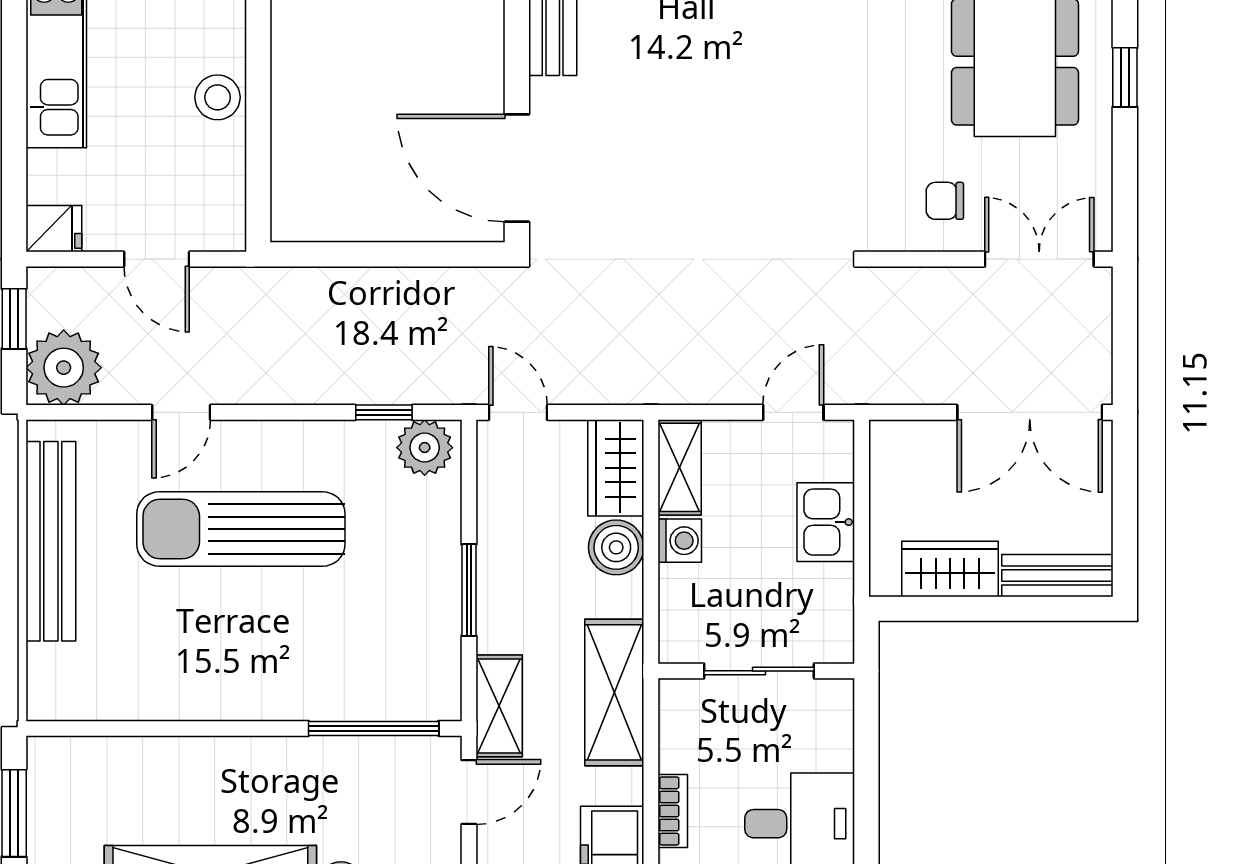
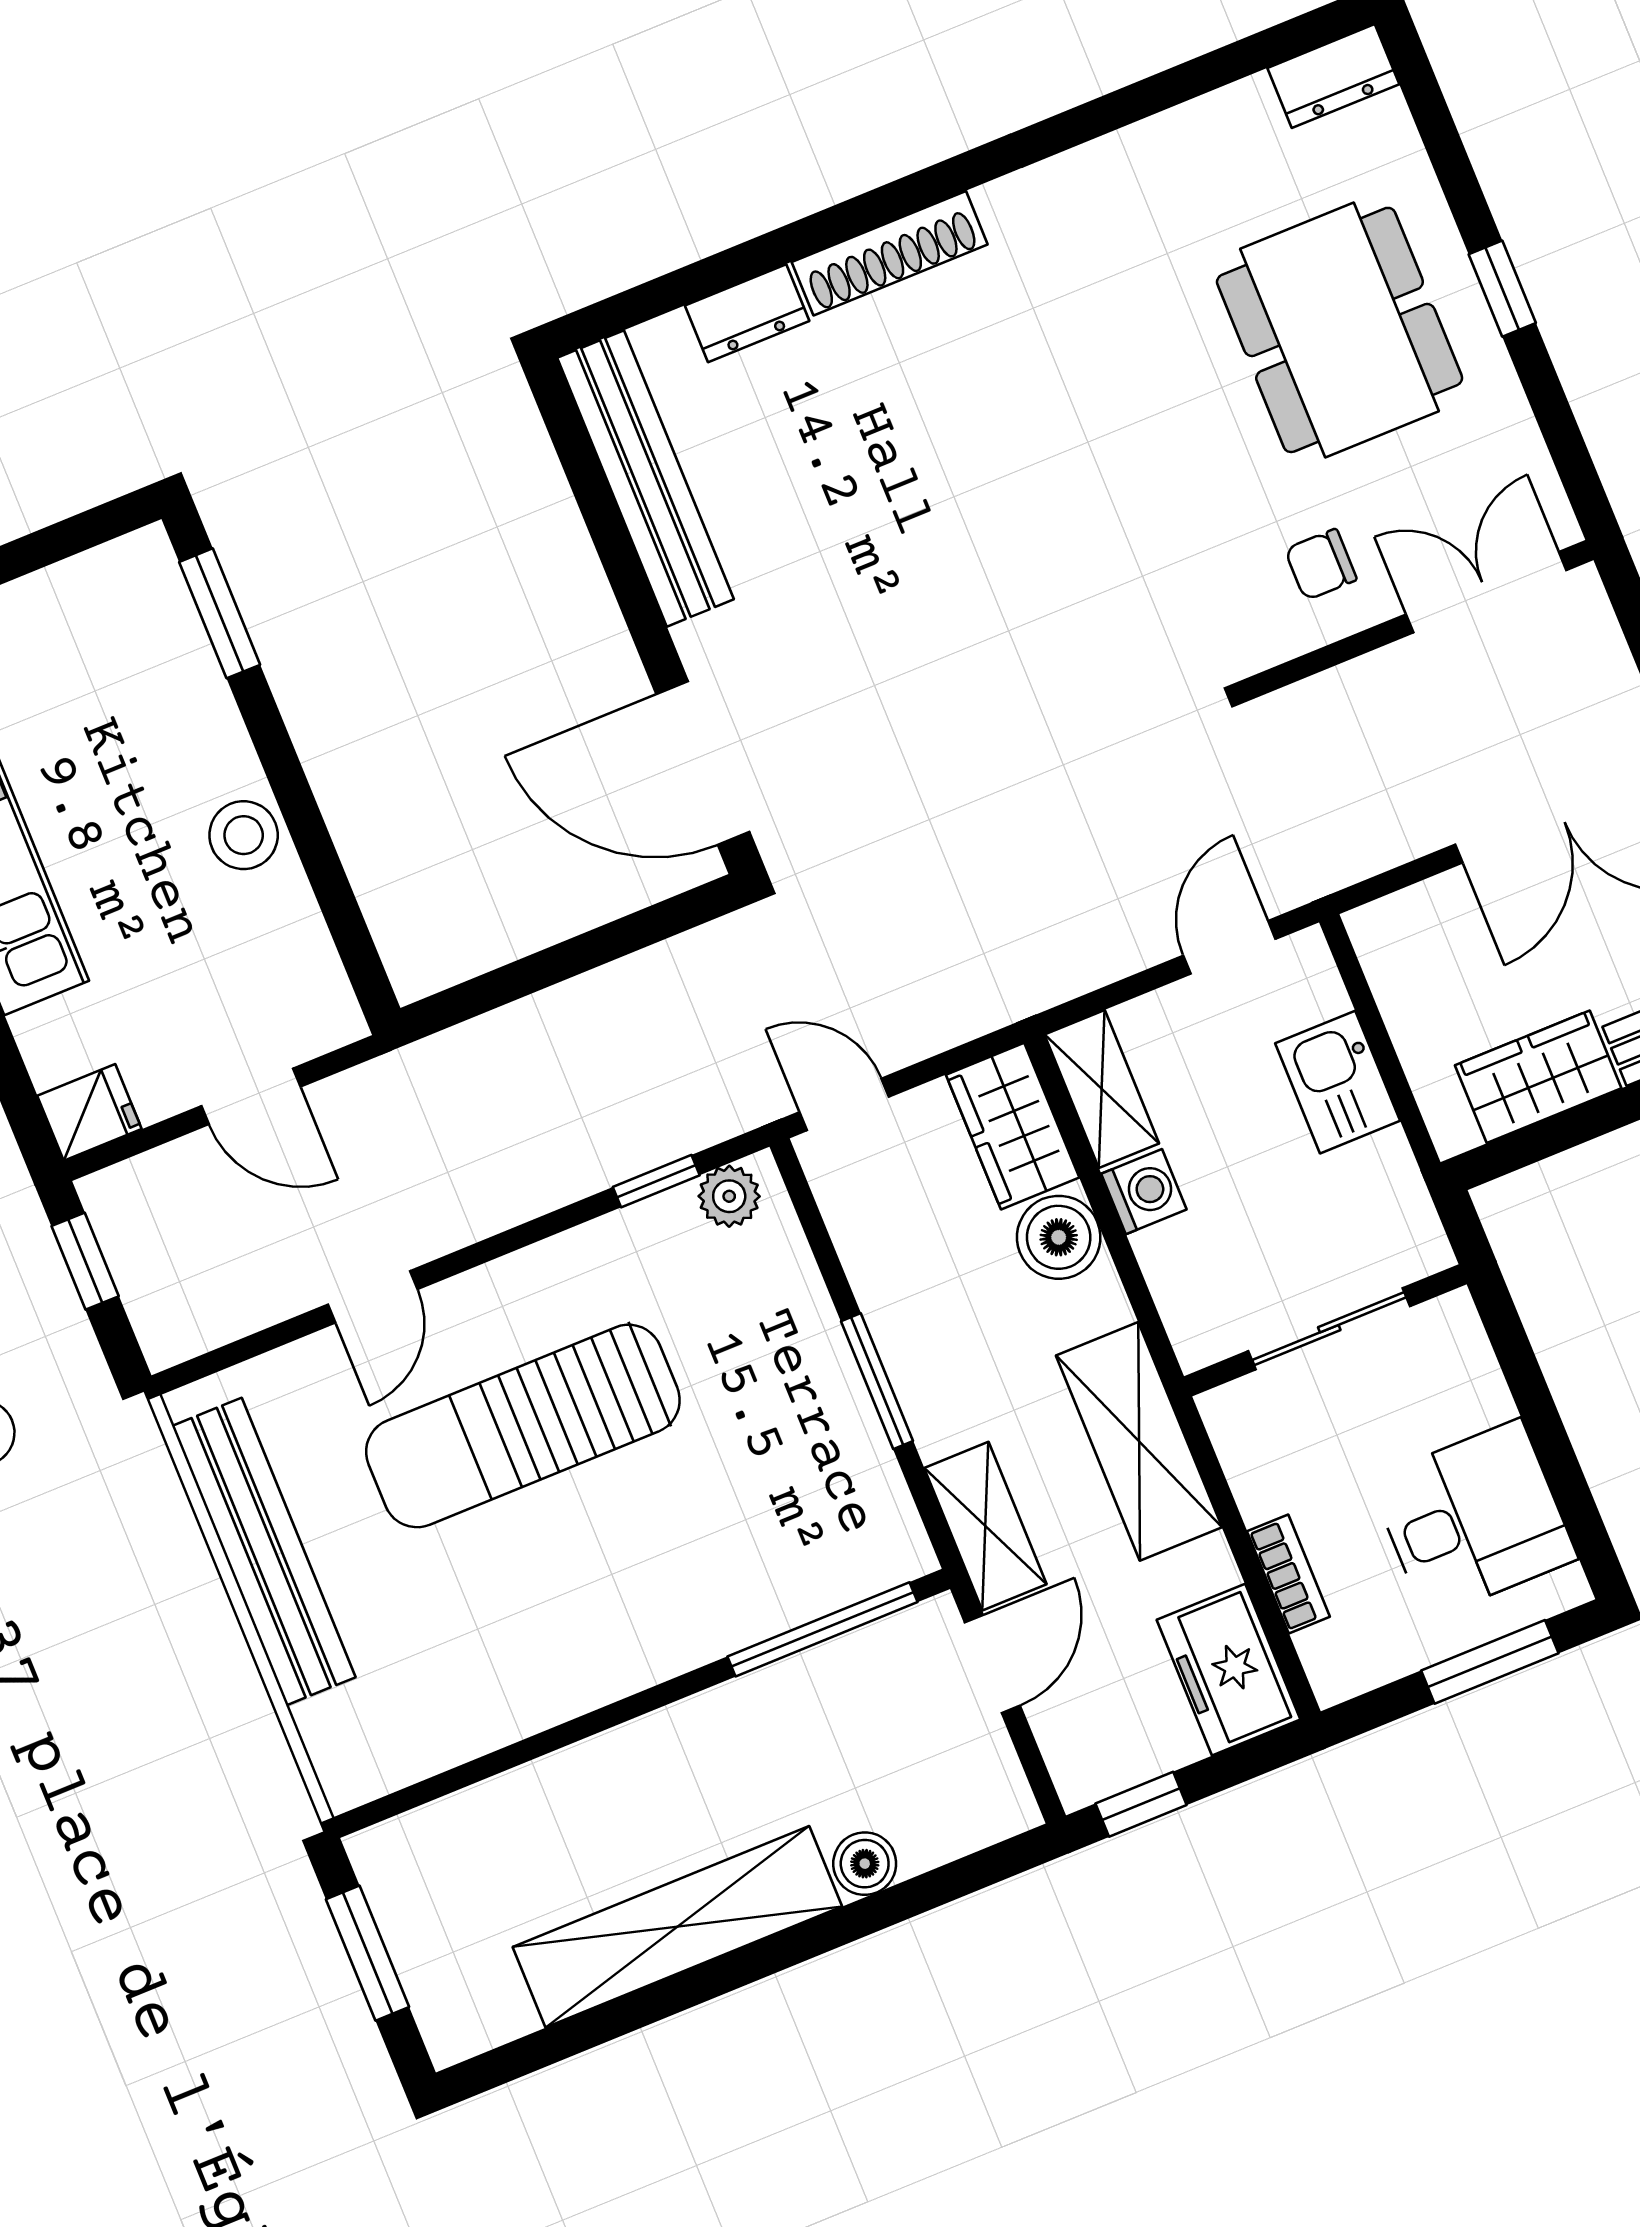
plant: (64, 368) -> (183, 1301), removed
plant: (425, 448) -> (729, 1196), width x0.73, depth x0.73

